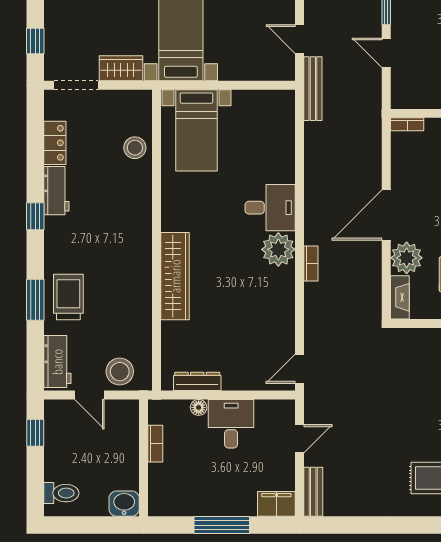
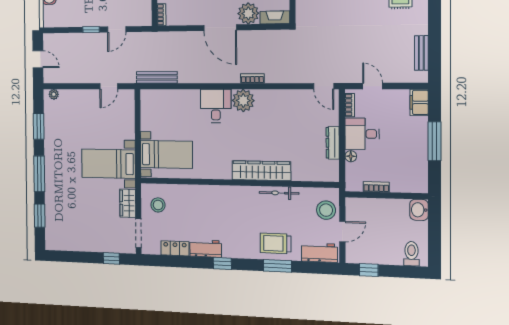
bench: (313, 89) -> (157, 77), moved
stool: (135, 148) -> (158, 205), moved
bicycle: (143, 303) -> (279, 193), added
dresser: (197, 381) -> (333, 143), moved
bookcase: (272, 406) -> (350, 105), added
bench: (313, 492) -> (421, 53), moved, turned 90

